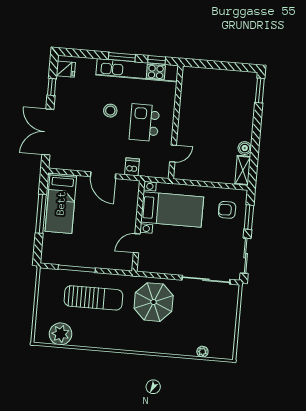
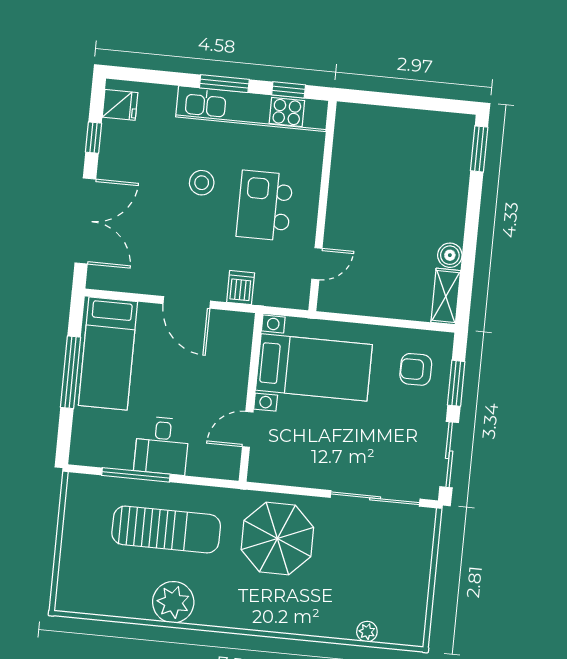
double door: (48, 132) -> (85, 221), swing flipped
desk: (91, 253) -> (162, 446), added
plant: (61, 334) -> (173, 602), moved

